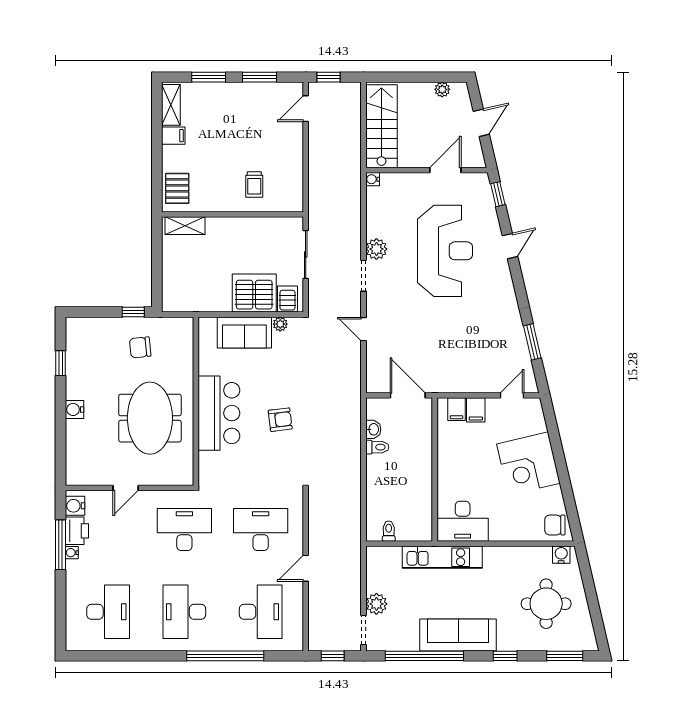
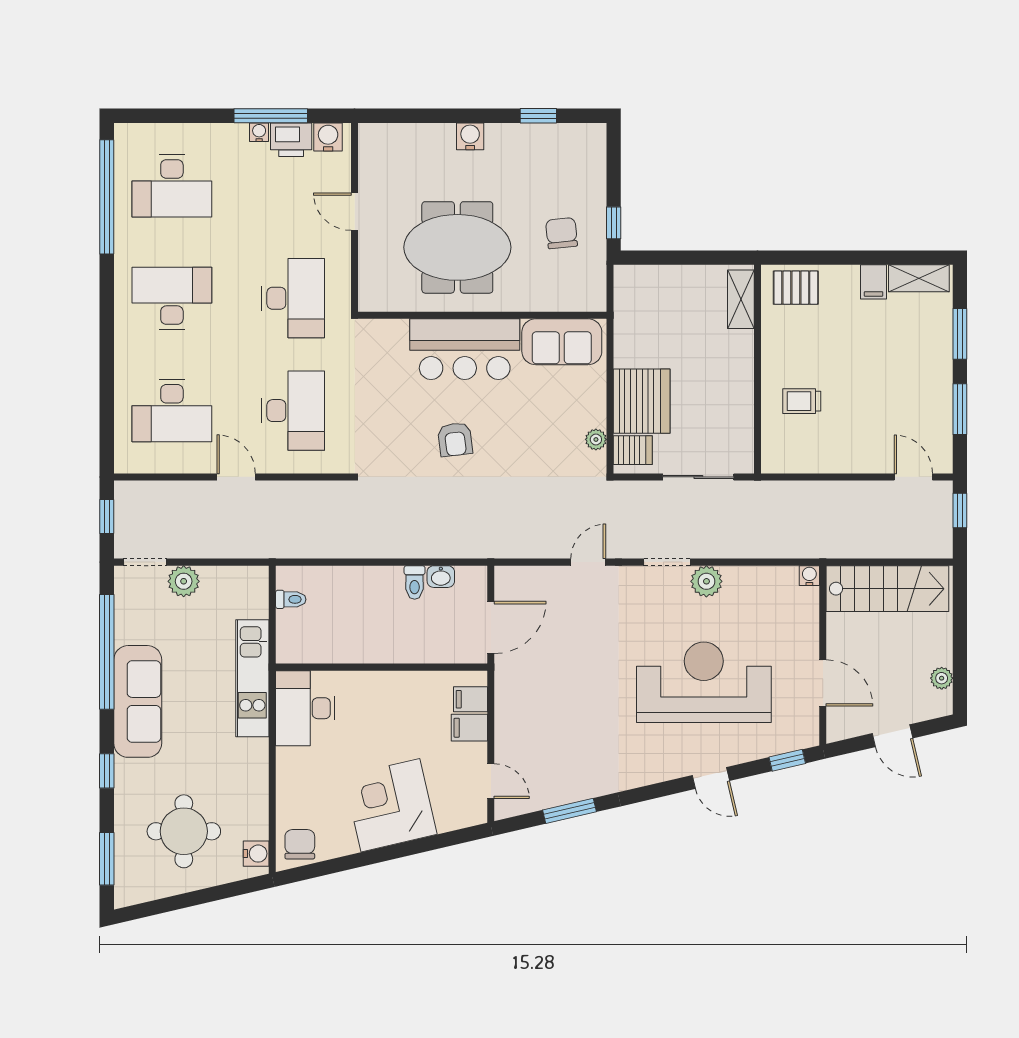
reception desk: (445, 251) -> (704, 682), turned 180
sofa: (244, 332) -> (562, 342), moved, turned -90
window: (225, 656) -> (107, 197), moved

